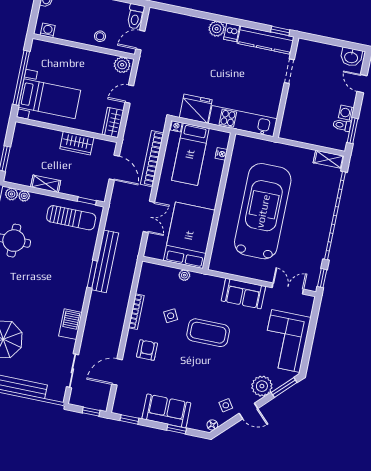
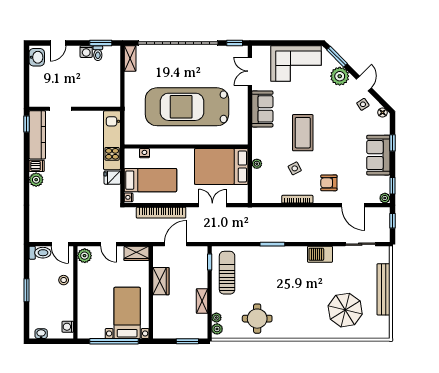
fridge: (196, 109) -> (112, 178), width x0.53, depth x0.75
bench: (105, 261) -> (259, 235), removed
plant: (118, 408) -> (385, 198), added

